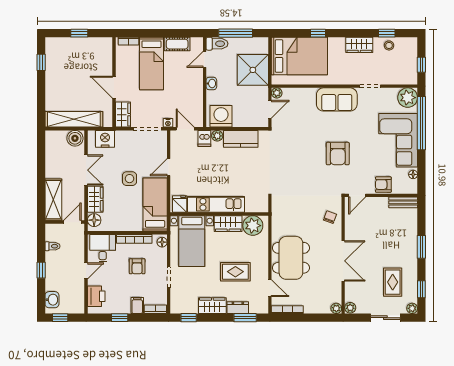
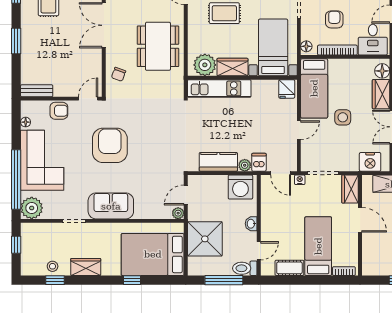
armchair: (338, 154) -> (110, 145), width x1.36, depth x1.36
kitchen unit: (216, 204) -> (219, 88), moved
dining table: (291, 258) -> (158, 46), moved

